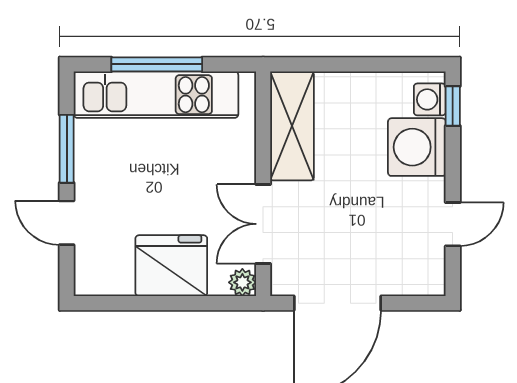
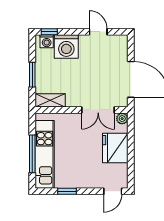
window: (349, 64) -> (32, 75), added
shelving: (292, 126) -> (50, 100), width x0.67, depth x0.75
window: (67, 149) -> (67, 191), width x0.67
door: (67, 223) -> (113, 191), moved

